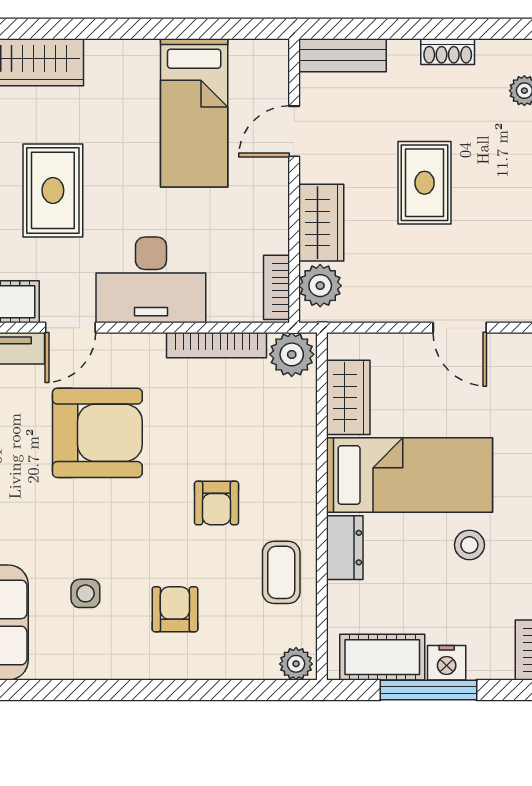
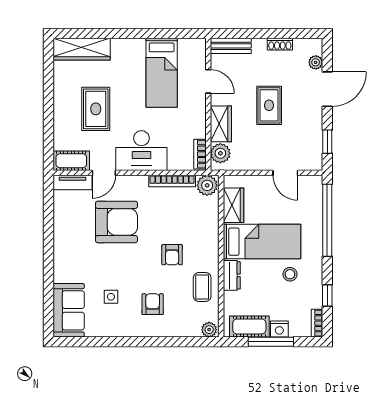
door: (294, 131) -> (208, 81), swing flipped

